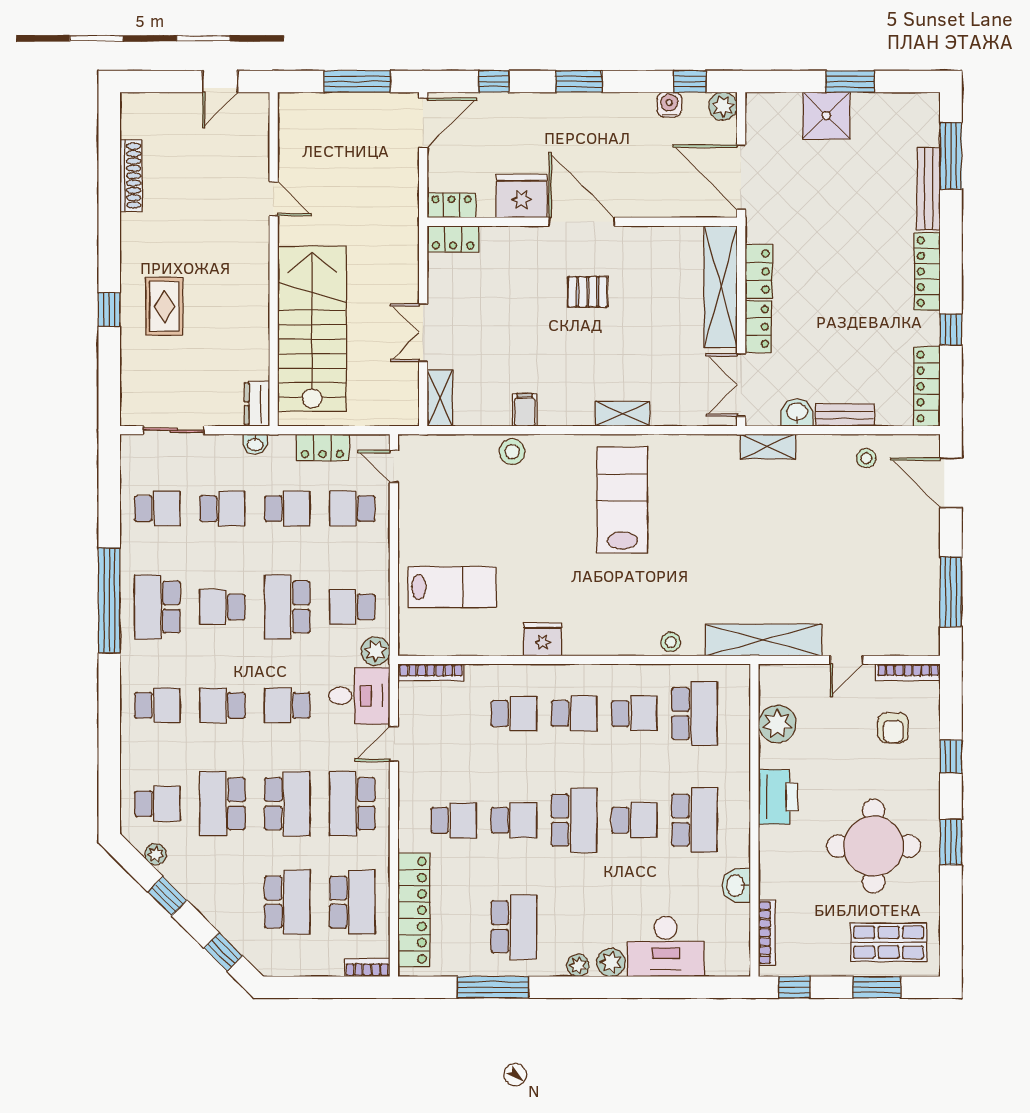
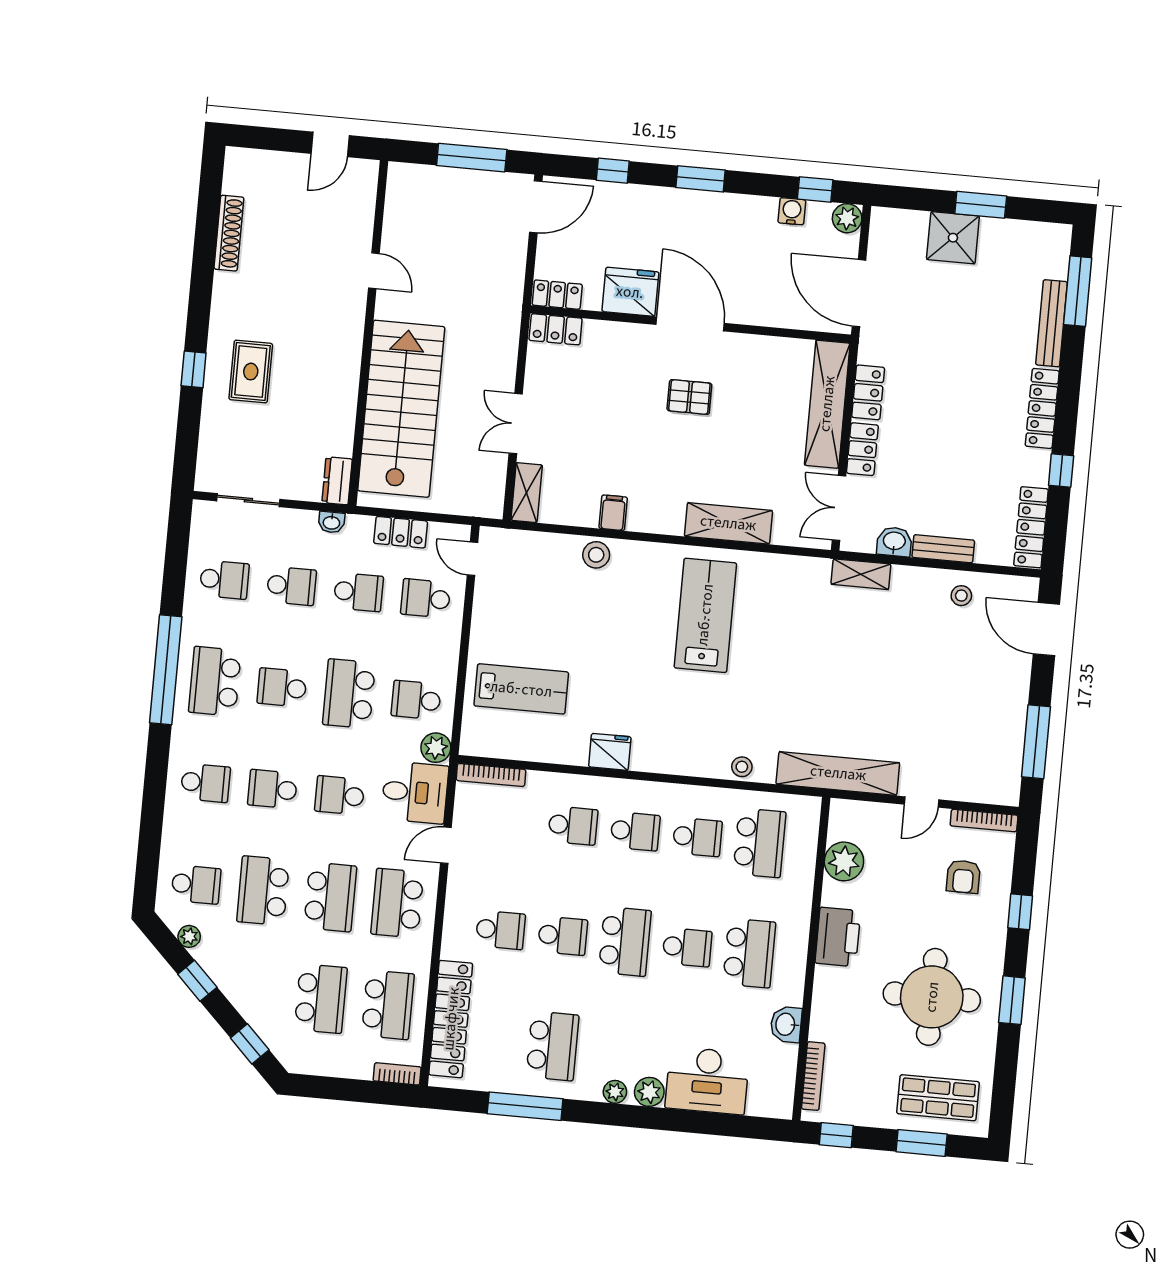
shelving: (623, 414) -> (728, 523), width x1.50, depth x1.33

